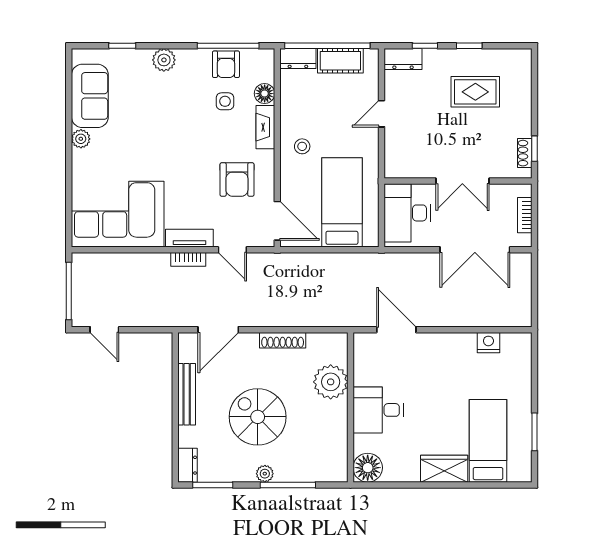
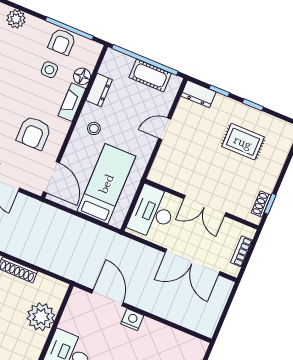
dresser: (298, 59) -> (99, 90), moved, turned -90
nightstand: (488, 343) -> (132, 320), moved

